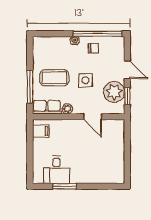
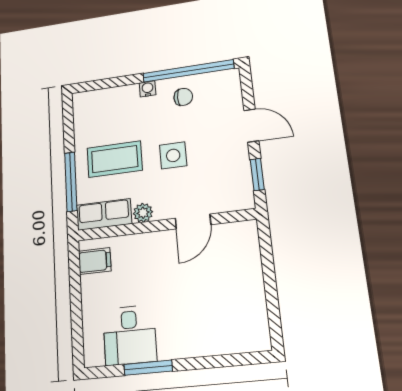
plant: (114, 92) -> (230, 170), removed
door: (93, 117) -> (193, 222), hinge flipped

